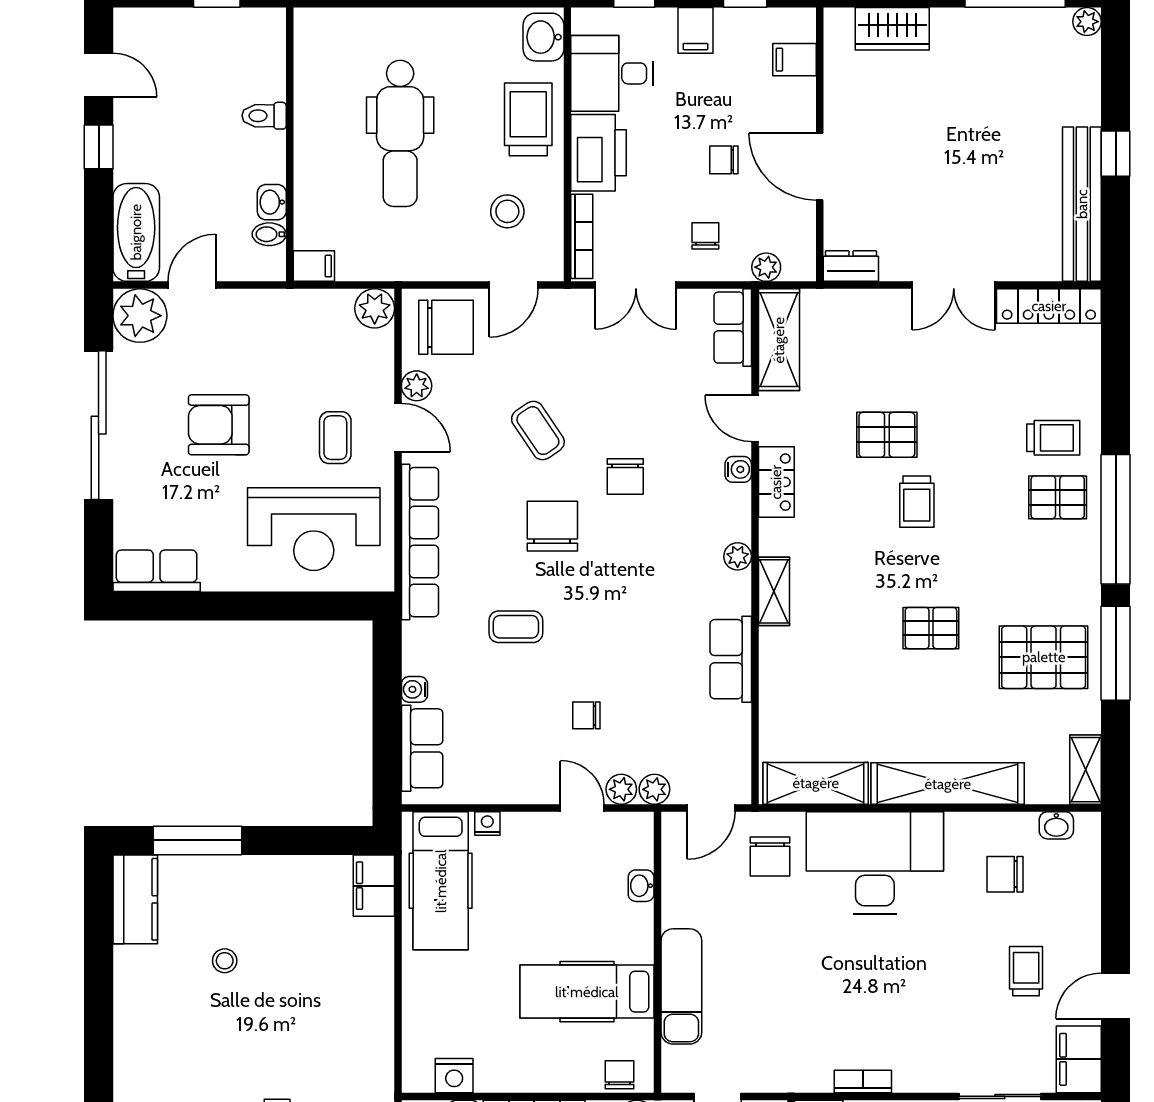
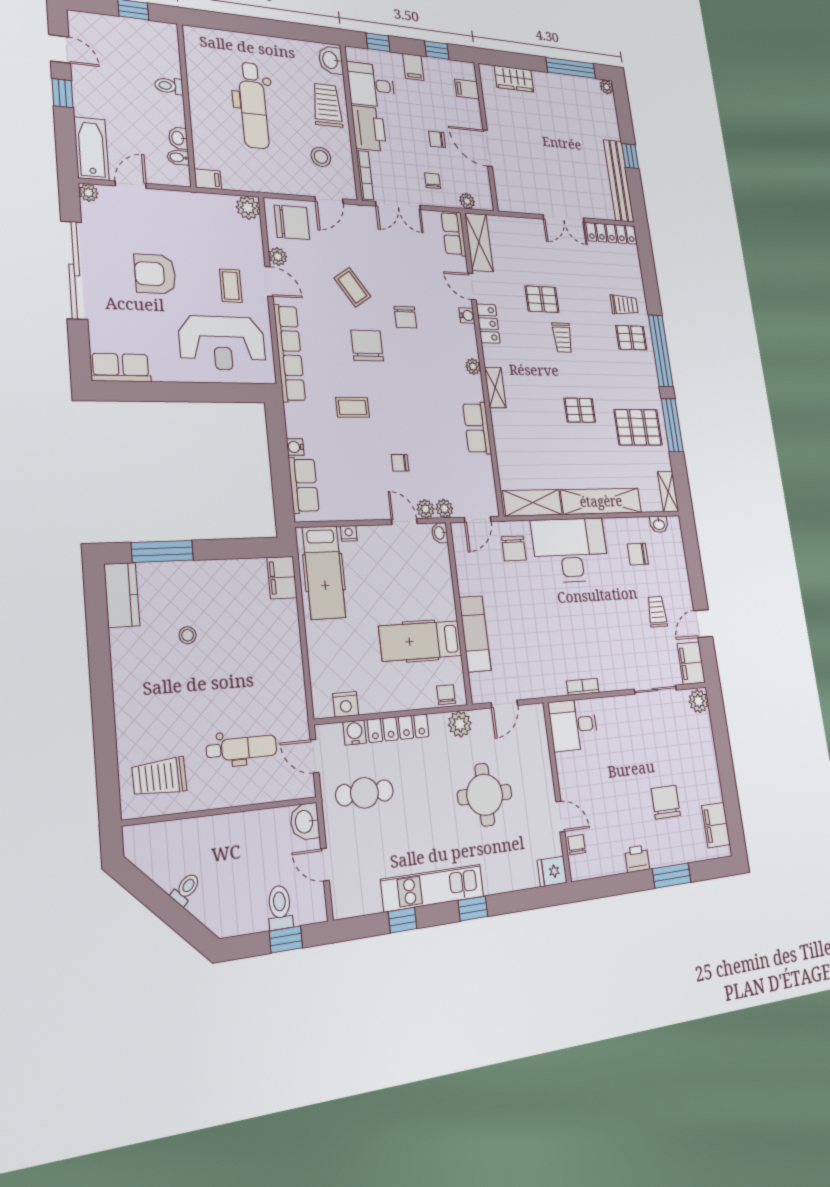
dresser: (851, 266) -> (511, 204), removed
plant: (140, 316) -> (89, 193), width x0.53, depth x0.53
washbasin: (641, 886) -> (440, 533), moved

